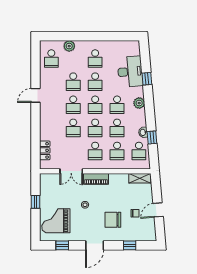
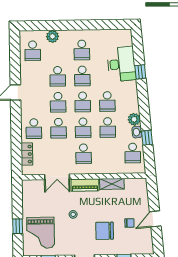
plant: (139, 103) -> (134, 119), moved
school desk: (117, 151) -> (34, 129), moved
shelving: (140, 178) -> (112, 184), moved
window: (35, 202) -> (18, 226), moved
grand piano: (56, 221) -> (41, 233), turned -90

